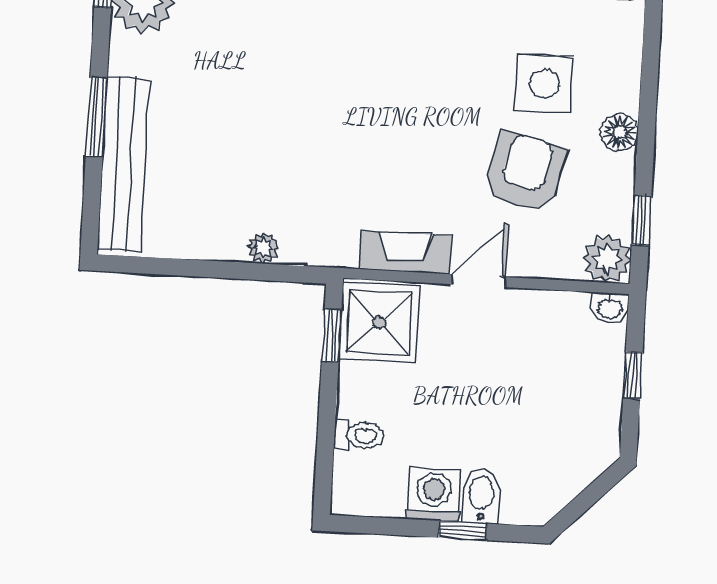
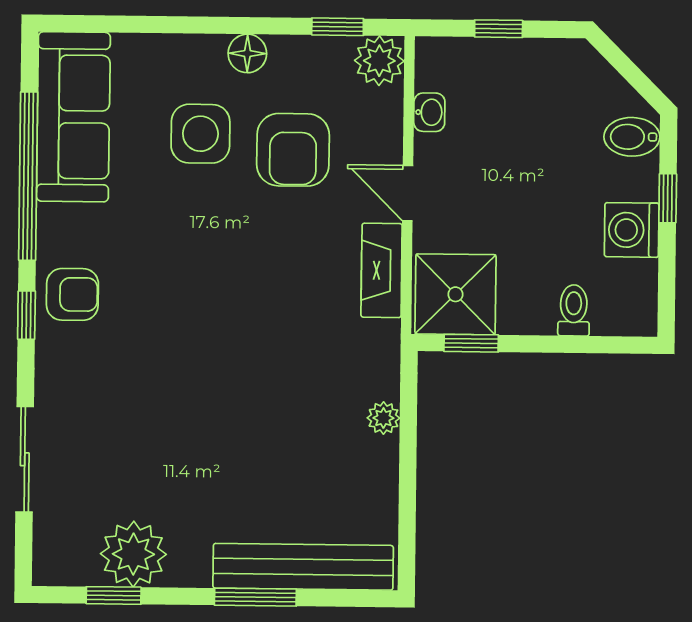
armchair: (525, 172) -> (293, 150), turned -104
washbasin: (610, 308) -> (429, 112), moved
bidet: (482, 496) -> (632, 137), moved

